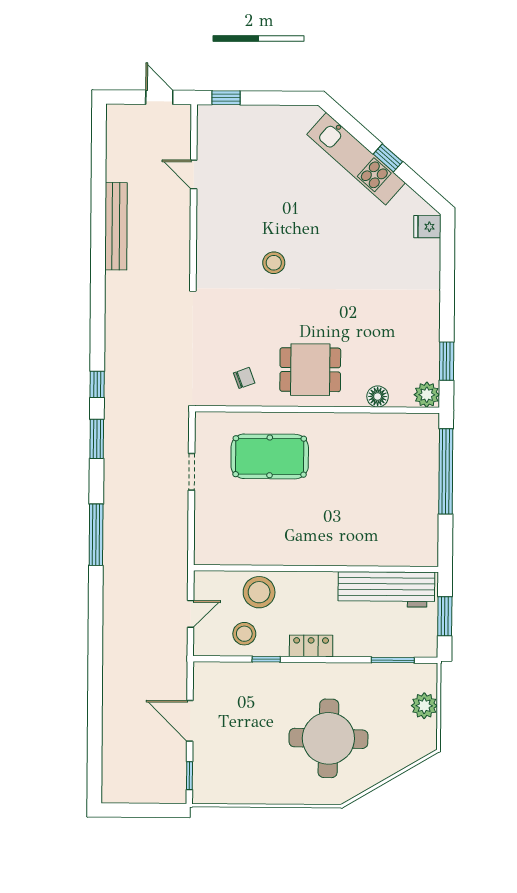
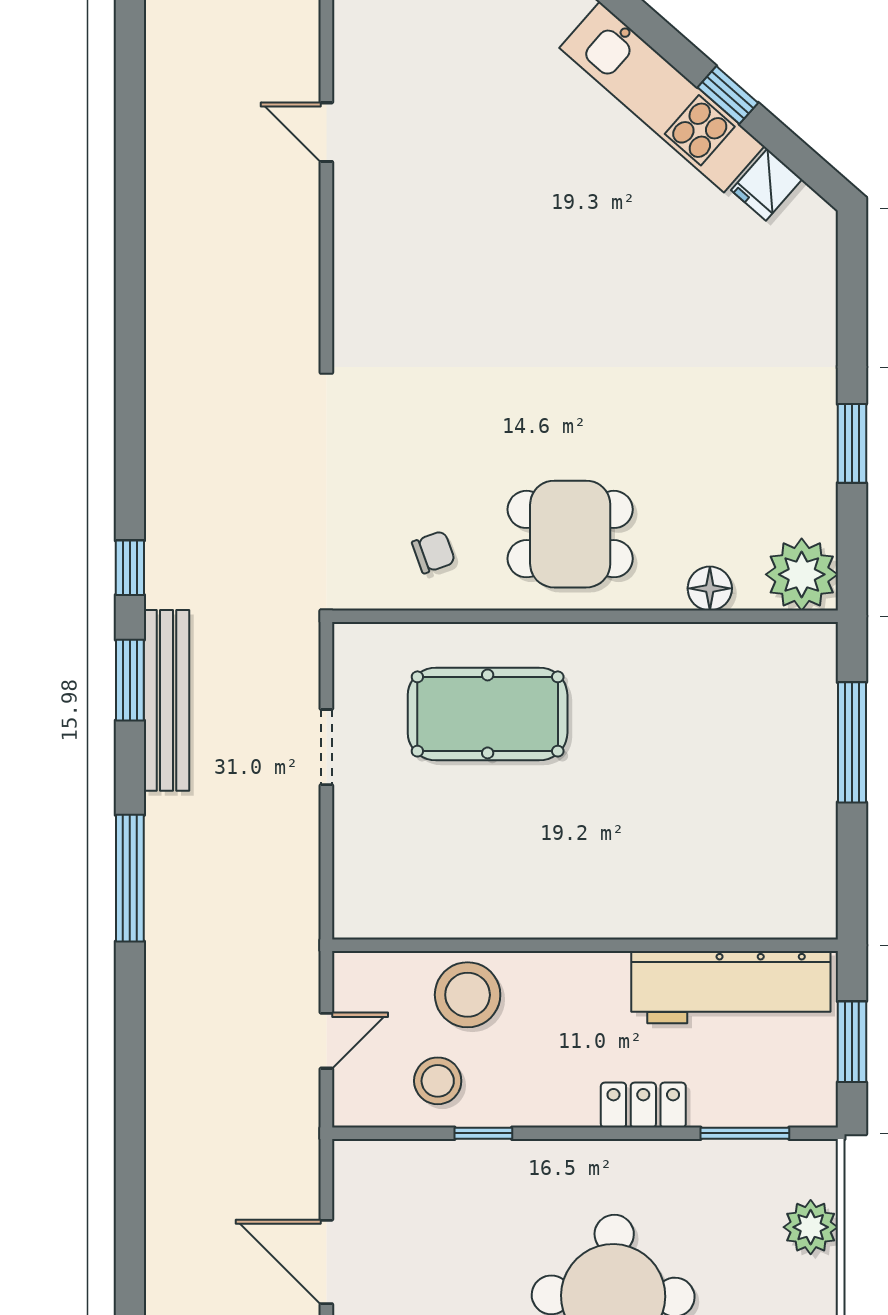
bench: (116, 226) -> (166, 700), moved
fridge: (427, 227) -> (767, 185), moved, turned -49
stool: (274, 263) -> (493, 313), removed
window: (447, 361) -> (852, 443), moved
plant: (427, 395) -> (802, 574), width x1.36, depth x1.36
window: (446, 471) -> (852, 742), width x0.68
locker: (311, 646) -> (643, 1105), moved

